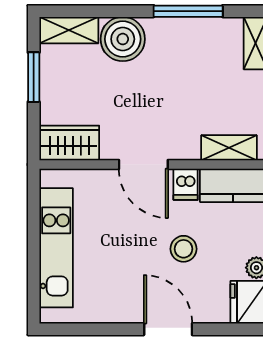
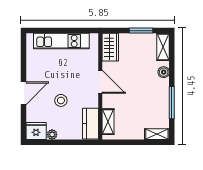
boiler: (123, 39) -> (164, 72), width x0.54, depth x0.54
door: (143, 165) -> (100, 82), swing flipped
dishwasher: (186, 184) -> (91, 101), removed

